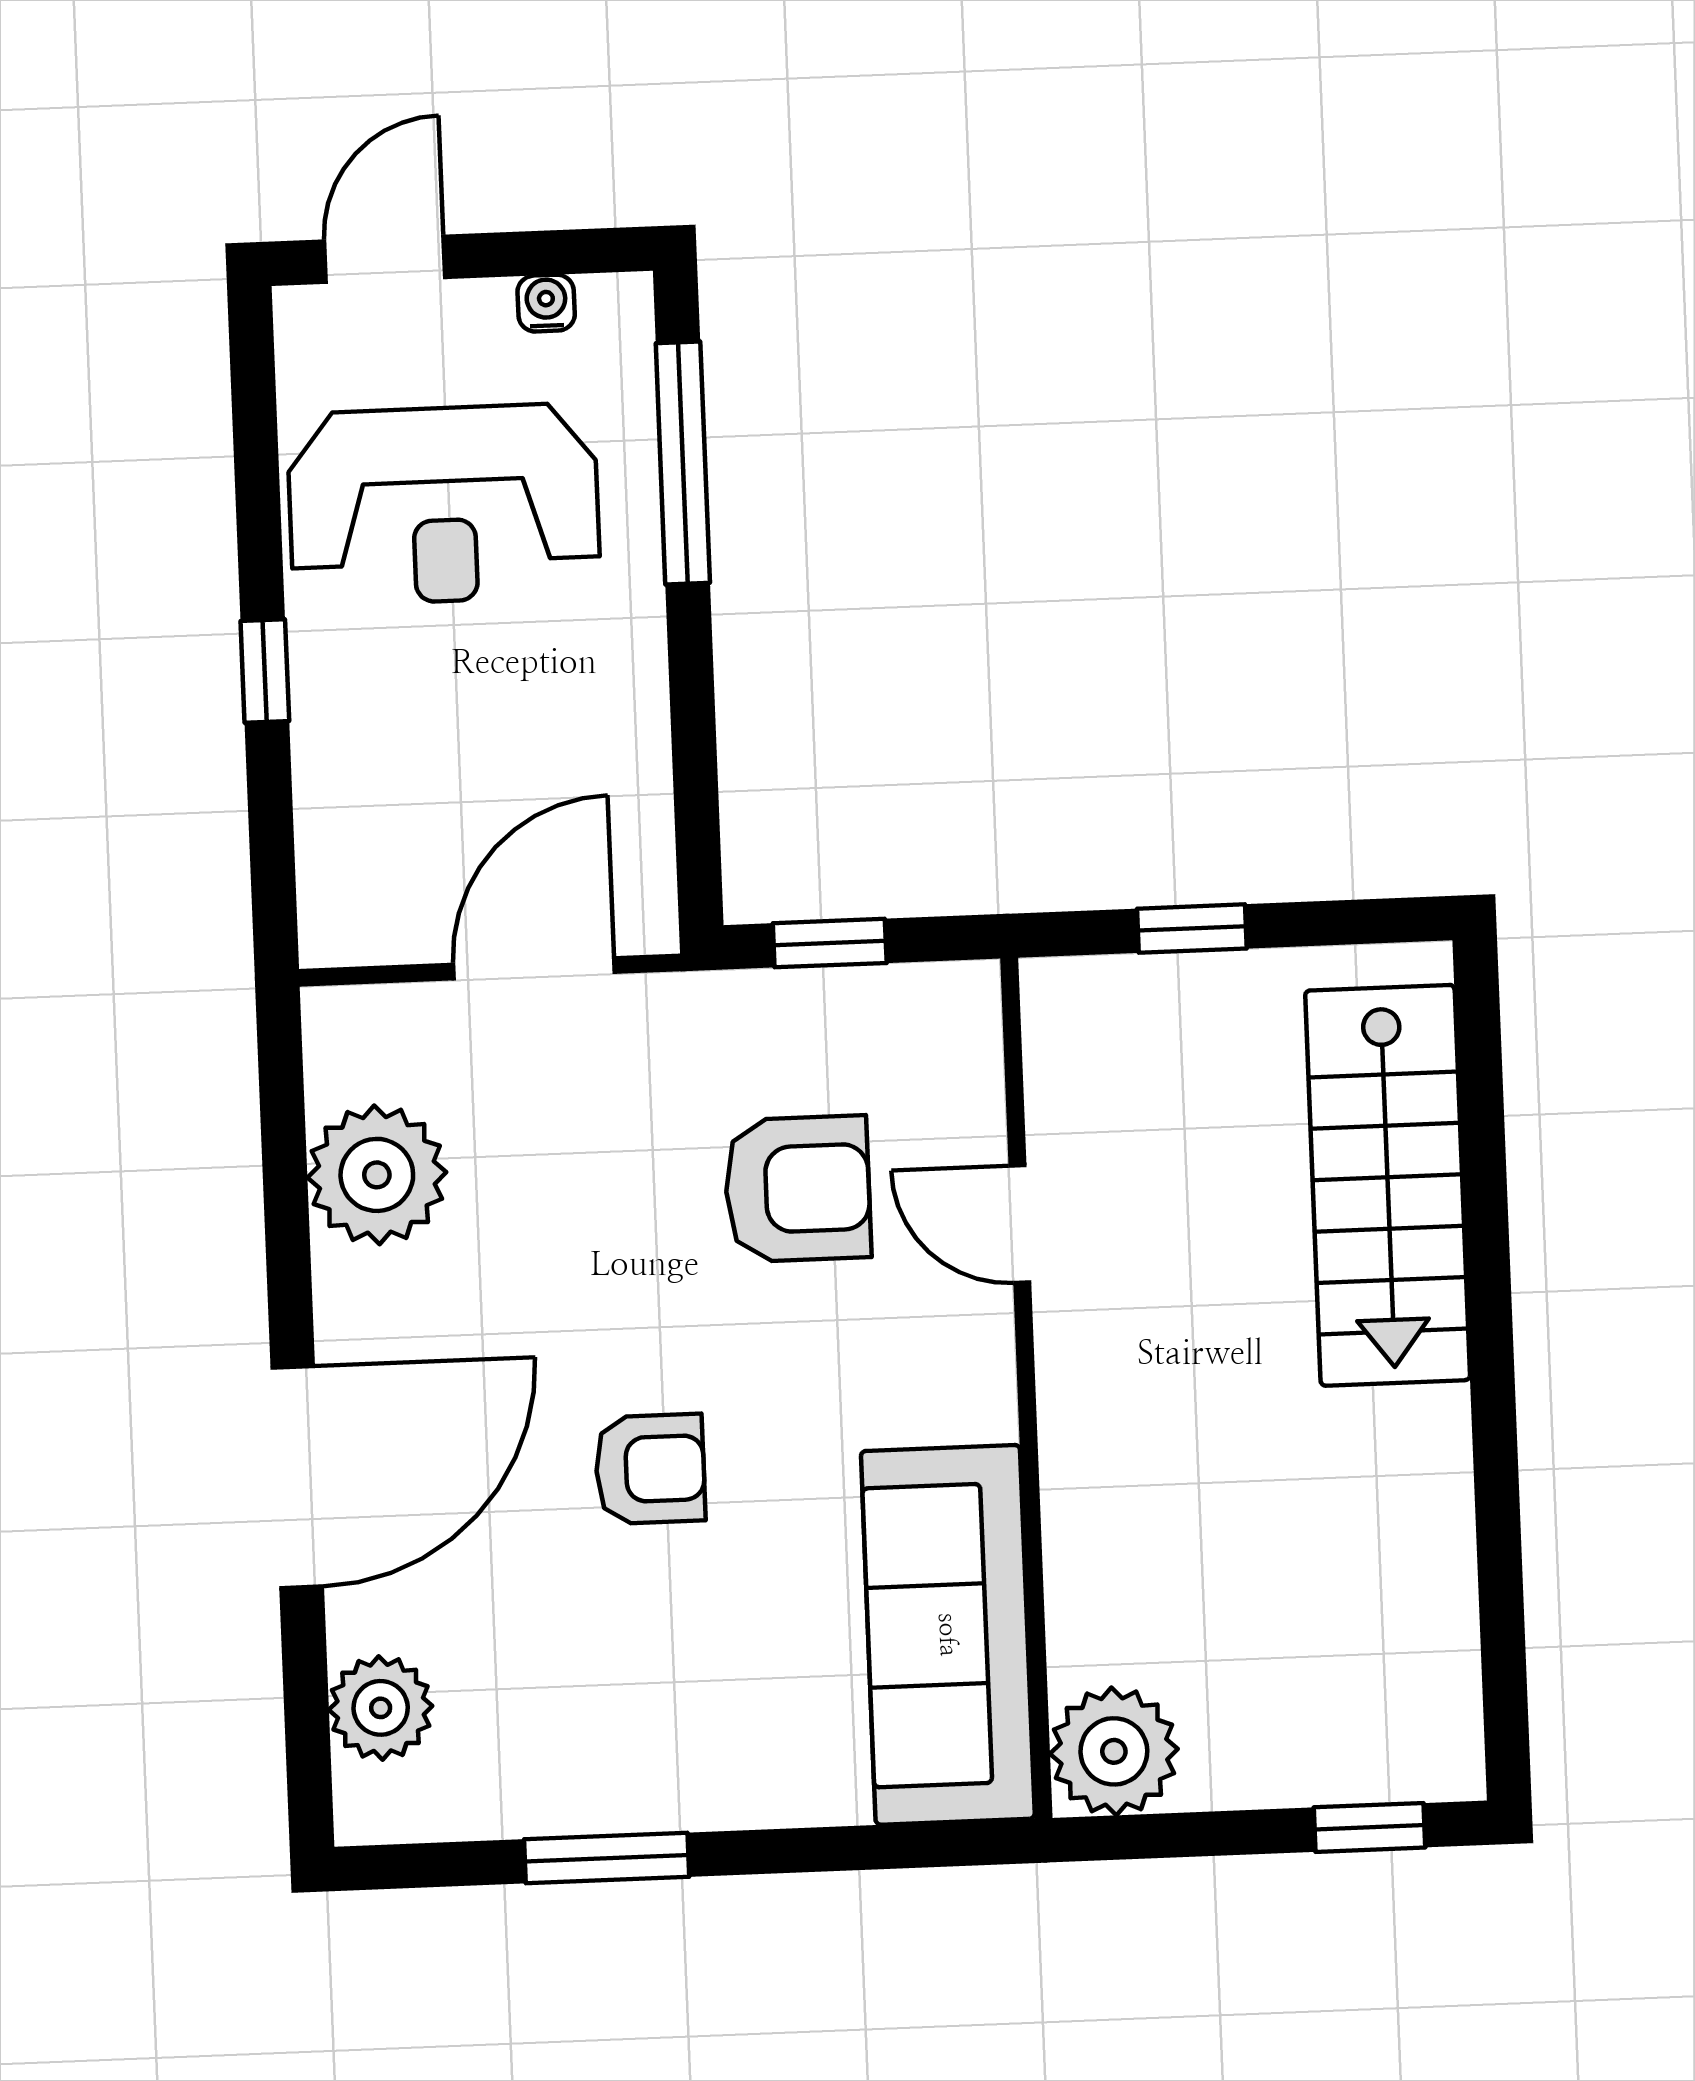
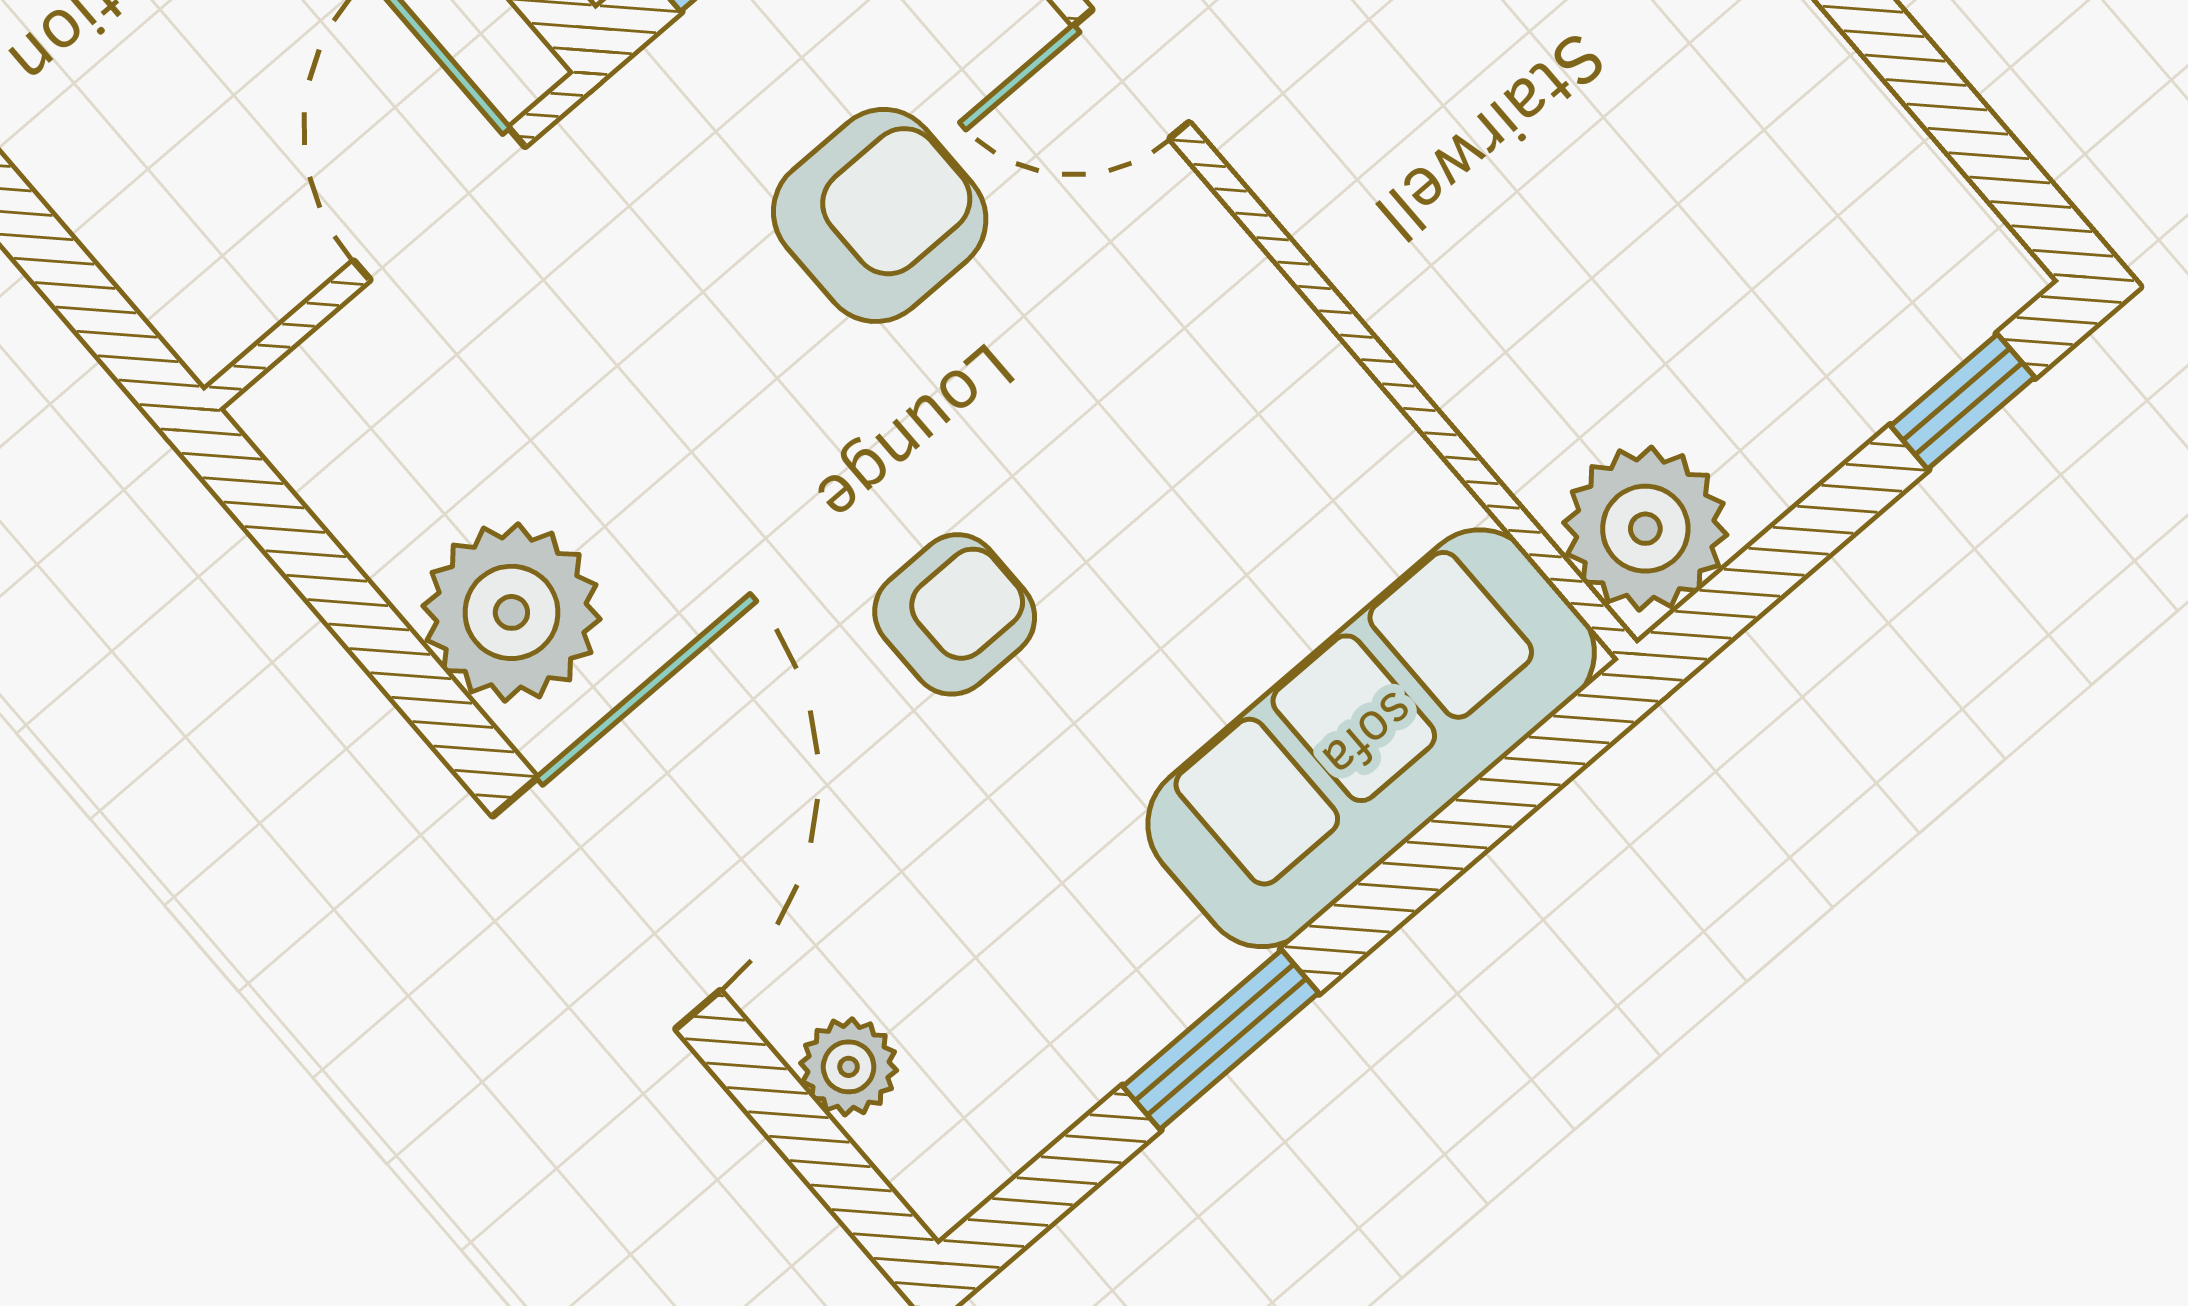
plant: (377, 1175) -> (511, 612), moved
sofa: (948, 1635) -> (1371, 738), moved, turned 90
plant: (381, 1708) -> (849, 1067), width x0.73, depth x0.73

